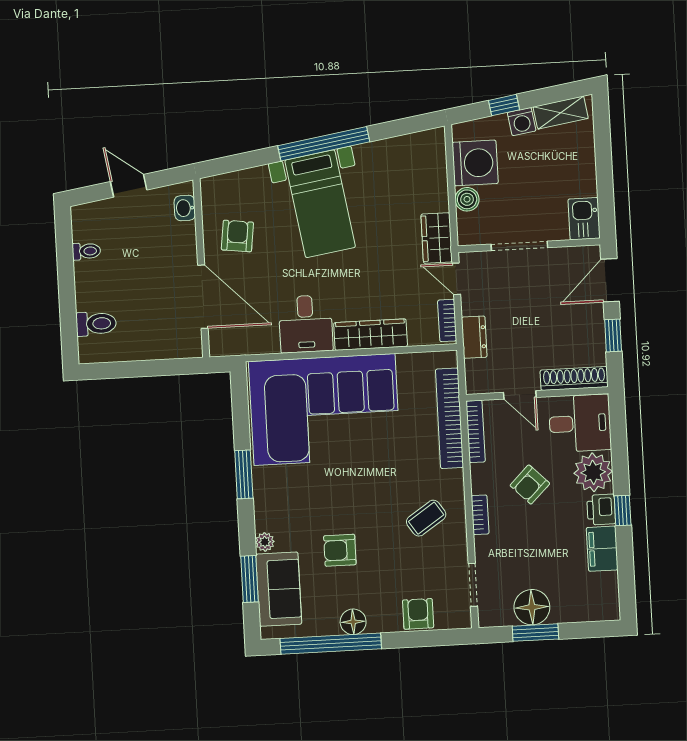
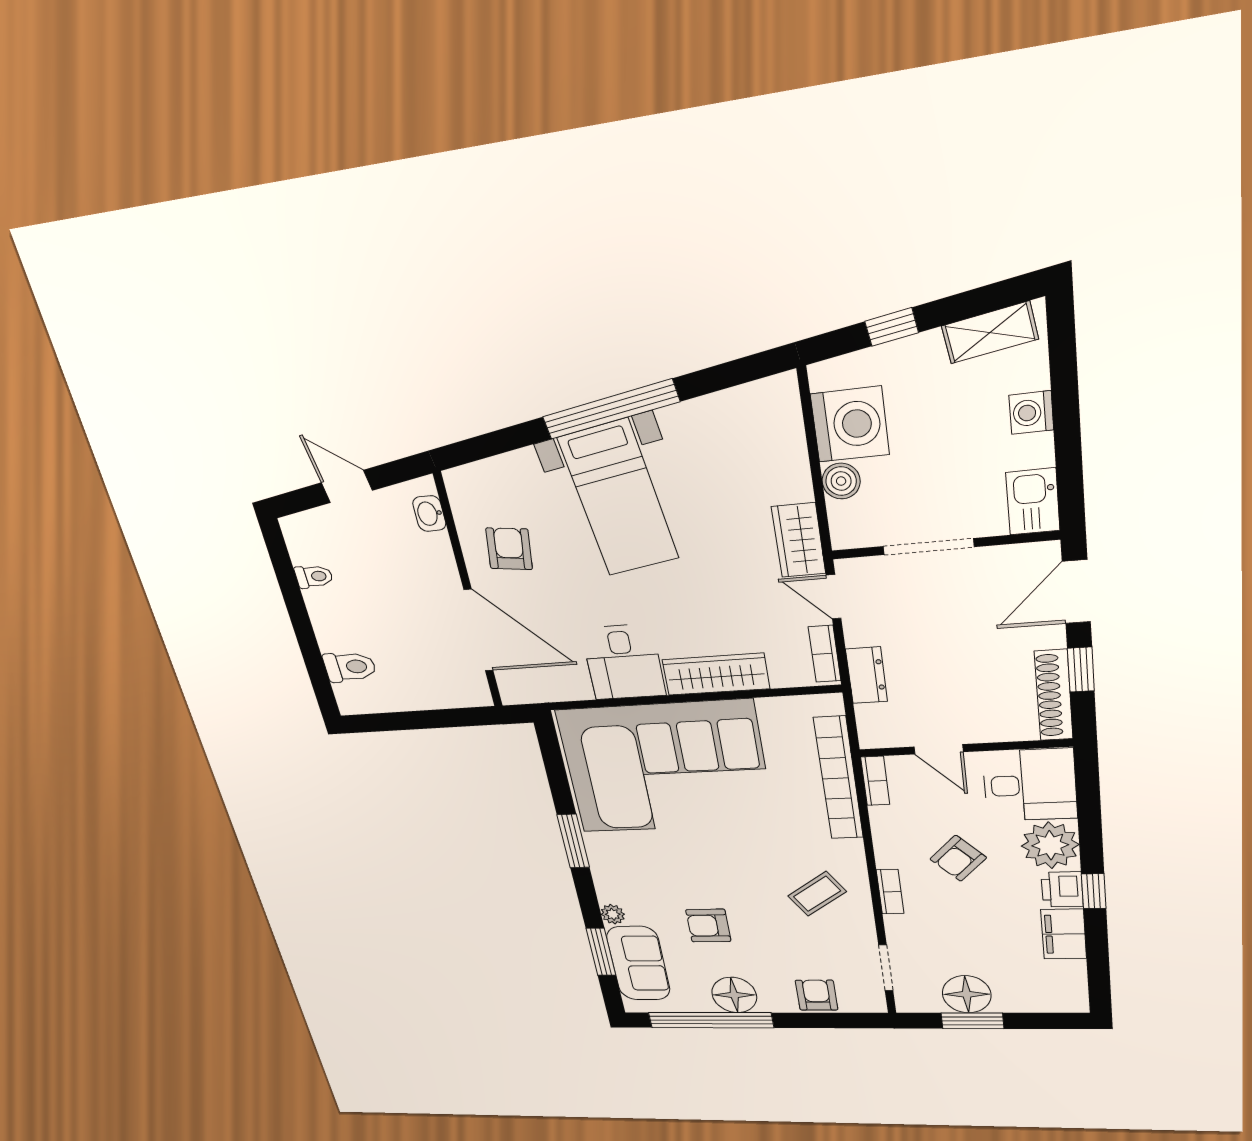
washing machine: (522, 122) -> (1031, 413), moved, turned 99
shoe rack: (574, 379) -> (1054, 695), moved, turned -90
bookcase: (476, 431) -> (875, 781), width x0.64
floor lamp: (353, 622) -> (734, 995), width x1.38, depth x1.38

